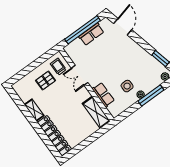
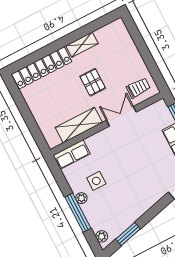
pallet: (46, 80) -> (93, 82), moved
row of seats: (103, 95) -> (72, 154), moved
shelving: (96, 112) -> (79, 125), moved

